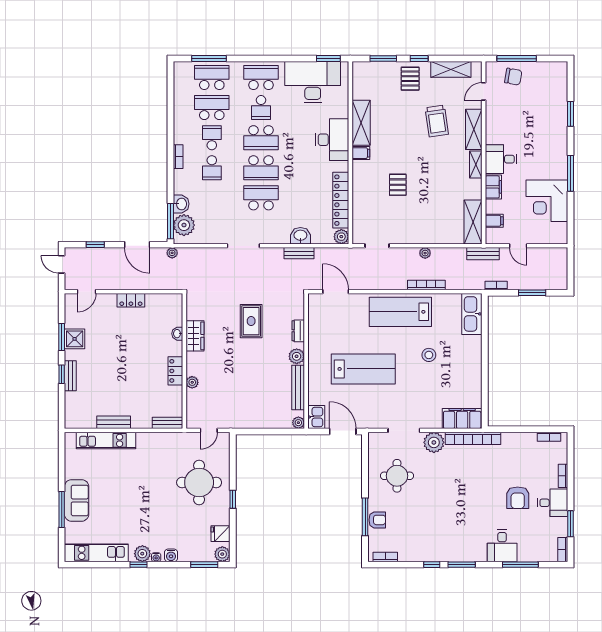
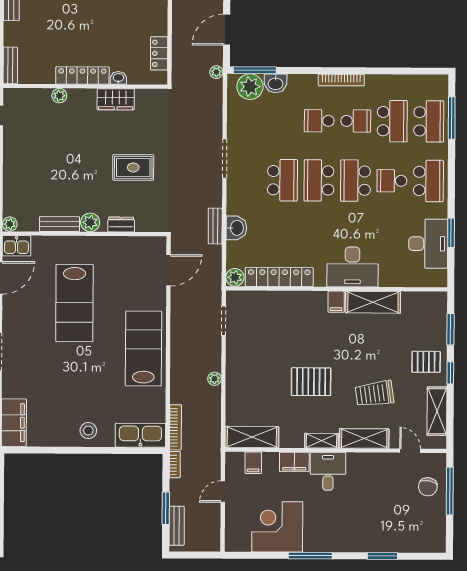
window: (328, 59) -> (451, 233), moved
desk: (313, 82) -> (428, 244), width x0.73, depth x0.77
bookcase: (178, 157) -> (341, 80), width x1.56
pallet: (398, 185) -> (311, 382), moved, width x1.50, depth x1.42
bench: (483, 254) -> (177, 526), moved
bookcase: (426, 285) -> (175, 427), moved
locker: (131, 300) -> (159, 53), moved
stool: (429, 355) -> (88, 431), moved
locker: (175, 371) -> (82, 75), width x1.53
bench: (298, 388) -> (59, 224), width x0.73

